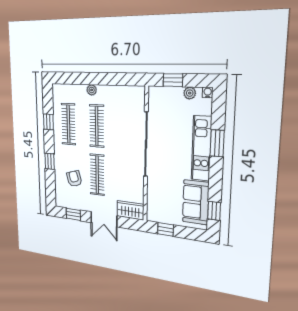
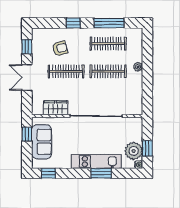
window: (173, 80) -> (147, 148), moved
plant: (190, 93) -> (134, 151), width x1.87, depth x1.87
window: (48, 122) -> (109, 23), width x2.17
sofa: (196, 202) -> (42, 142), moved, turned 90
wardrobe: (130, 210) -> (56, 108), moved, turned -90

